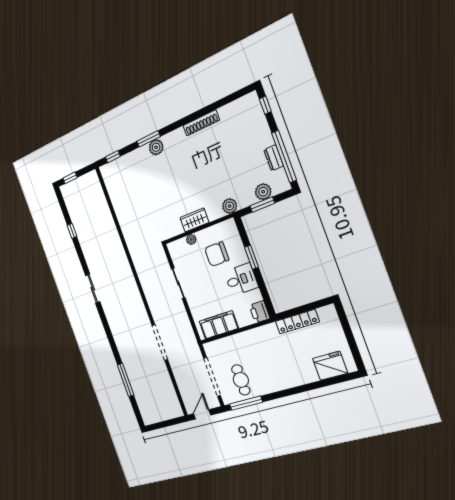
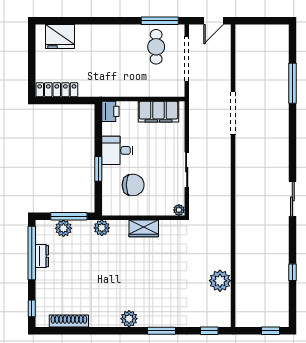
shoe rack: (201, 123) -> (69, 321), moved
plant: (156, 147) -> (129, 319), moved
plant: (120, 201) -> (220, 281), added
window: (262, 205) -> (69, 216), width x1.44
plant: (191, 239) -> (179, 210), moved
locker: (297, 322) -> (57, 90), moved

